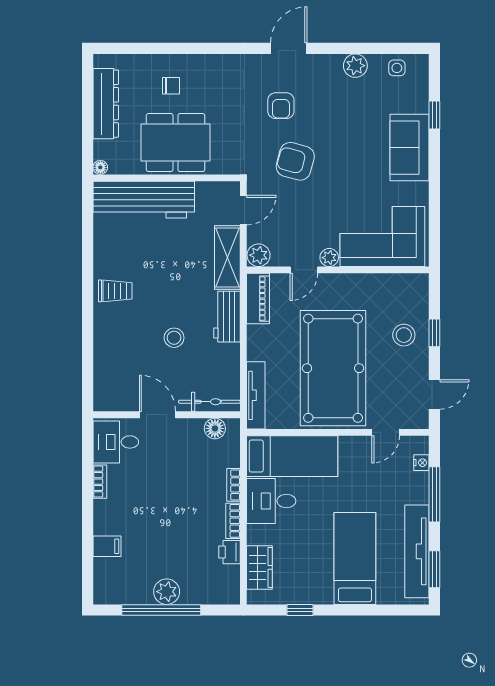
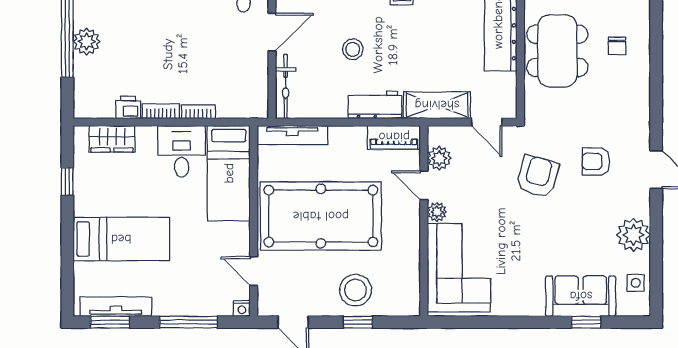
plant: (355, 66) -> (633, 235), width x1.36, depth x1.36
sofa: (409, 148) -> (581, 296), moved
plant: (259, 255) -> (439, 158), moved
stool: (404, 335) -> (356, 290), width x1.38, depth x1.38
floor lamp: (215, 428) -> (258, 92), removed
nightstand: (421, 463) -> (242, 309), moved
tv unit: (417, 551) -> (116, 307), width x0.73, depth x0.78

